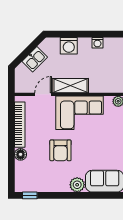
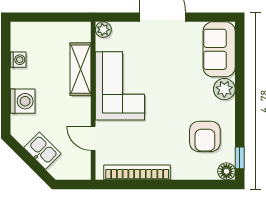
shelving: (70, 86) -> (80, 69), moved
armchair: (60, 150) -> (205, 136), moved, turned 90
floor lamp: (21, 154) -> (226, 171), moved

